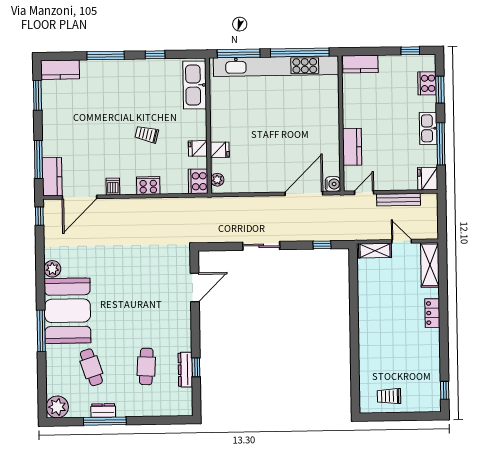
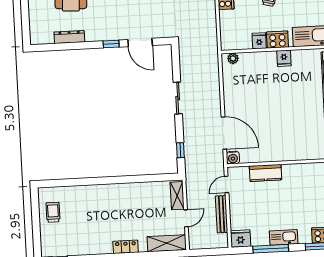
fridge: (220, 150) -> (284, 58), moved
cooker: (198, 181) -> (277, 40), moved
door: (364, 193) -> (227, 185), swing flipped
window: (196, 367) -> (111, 44), moved

